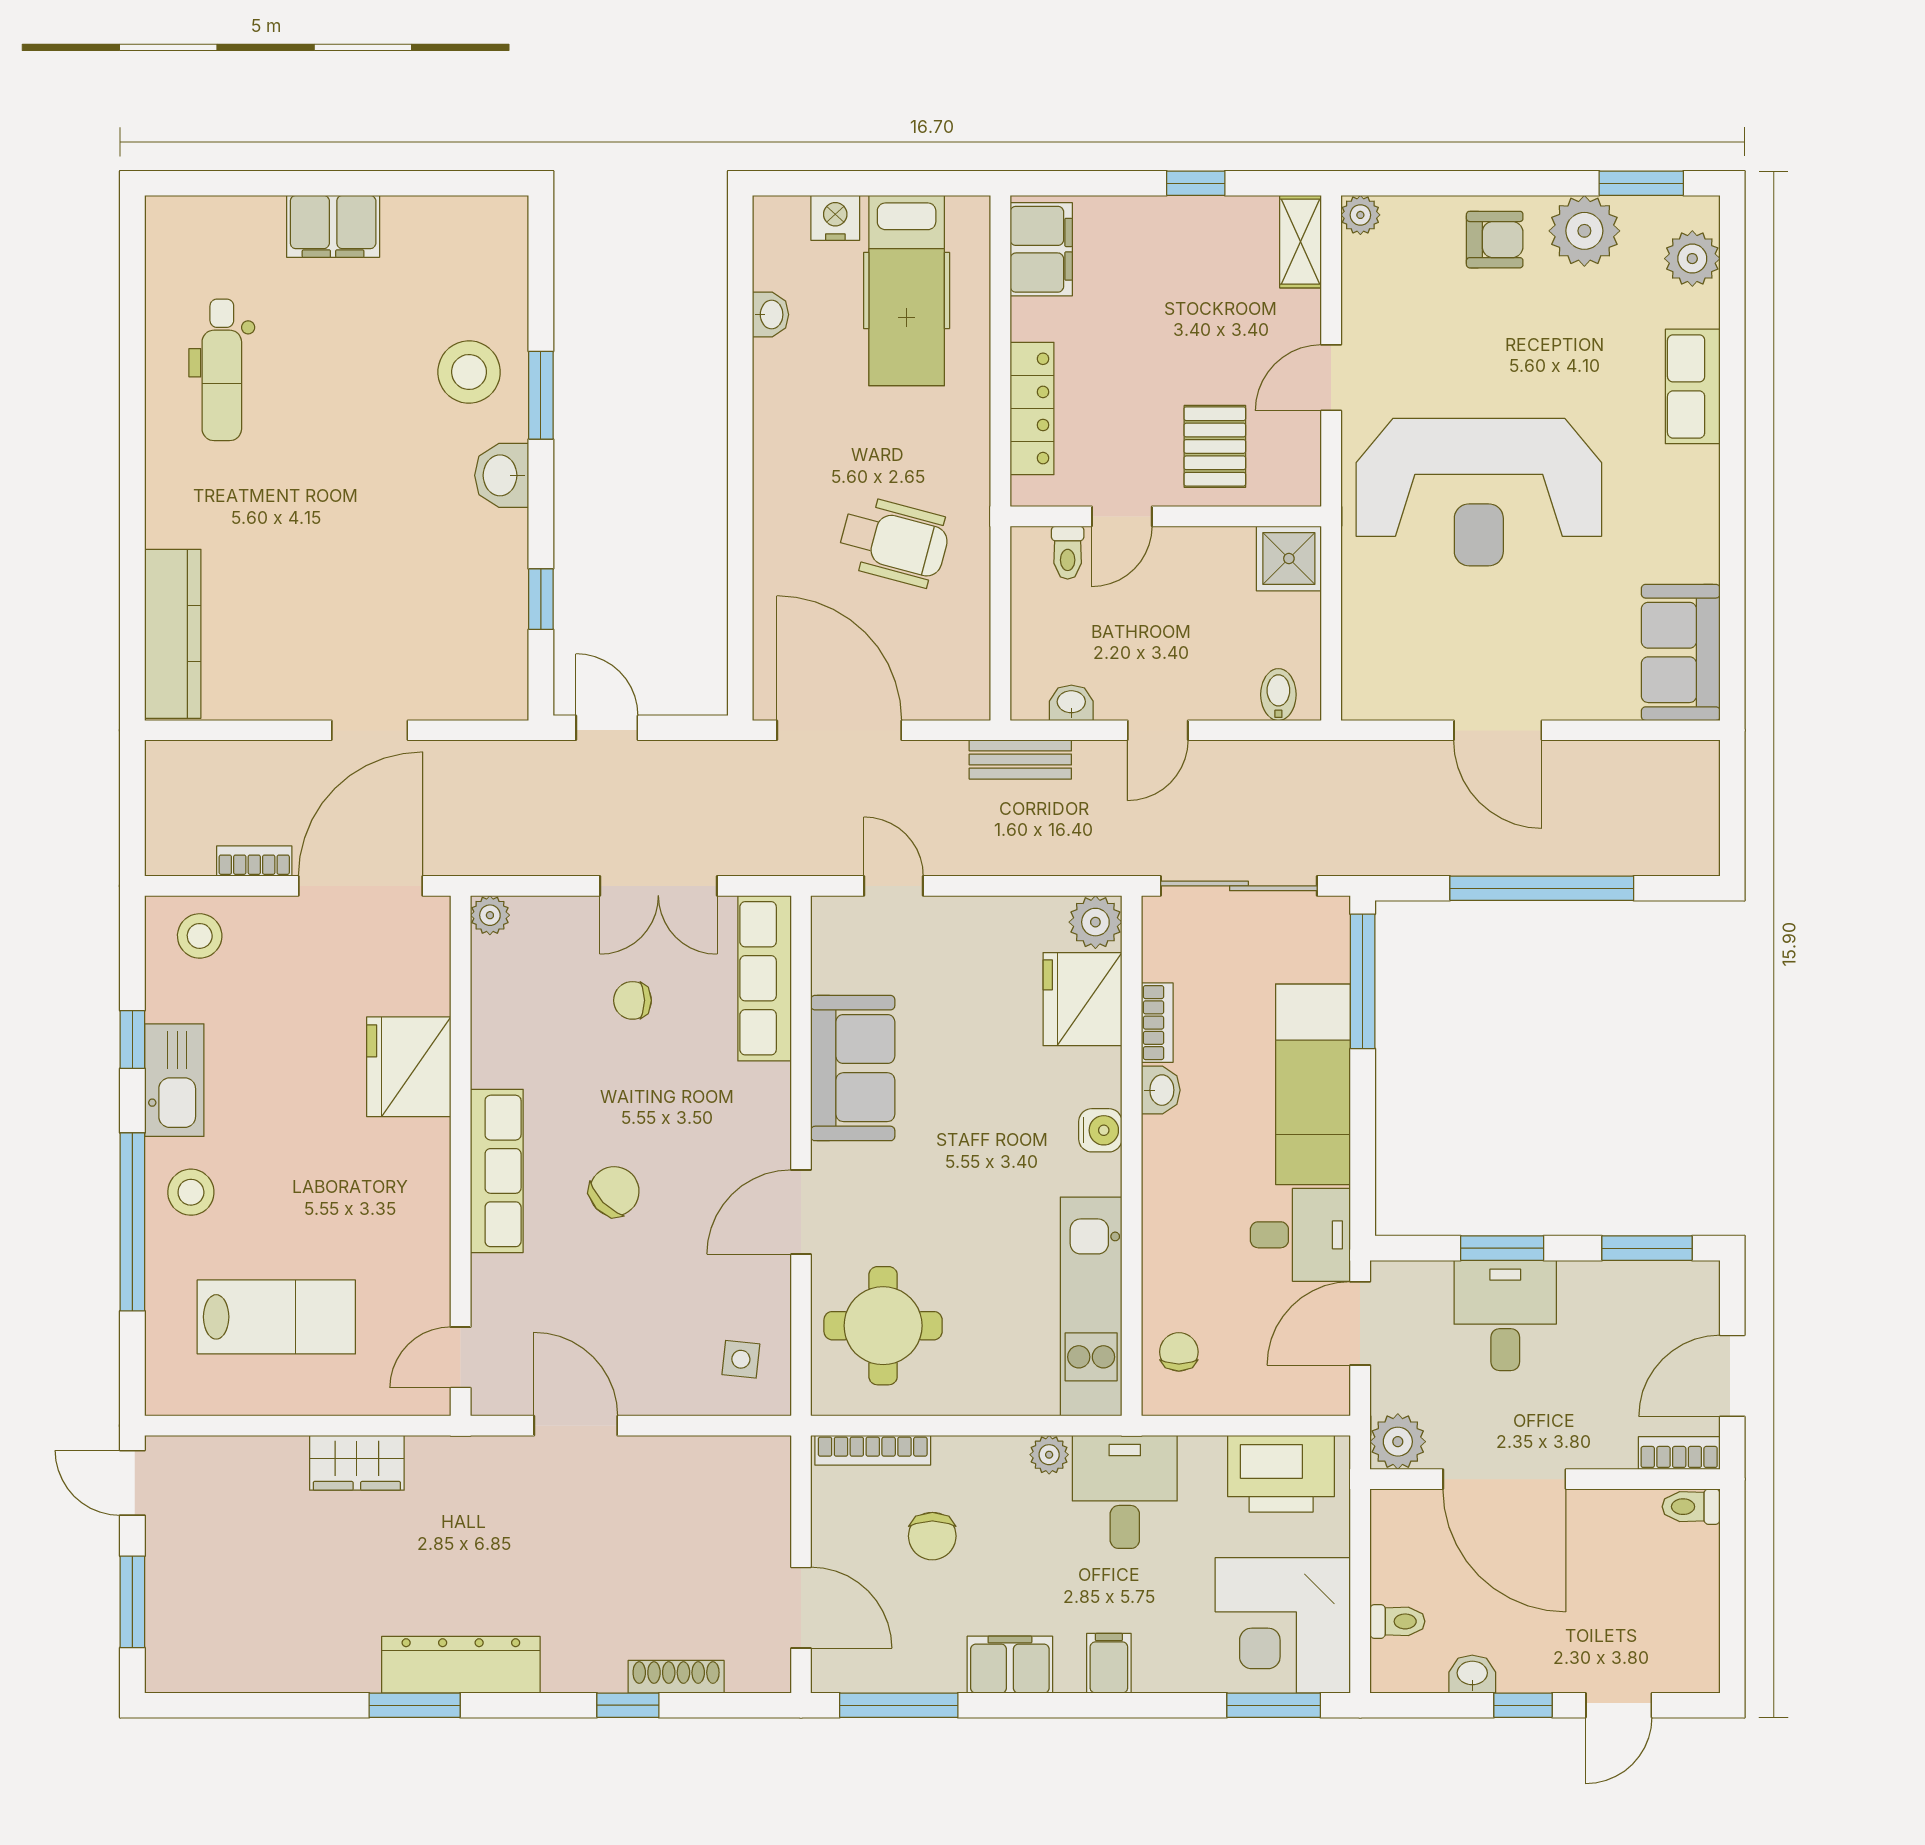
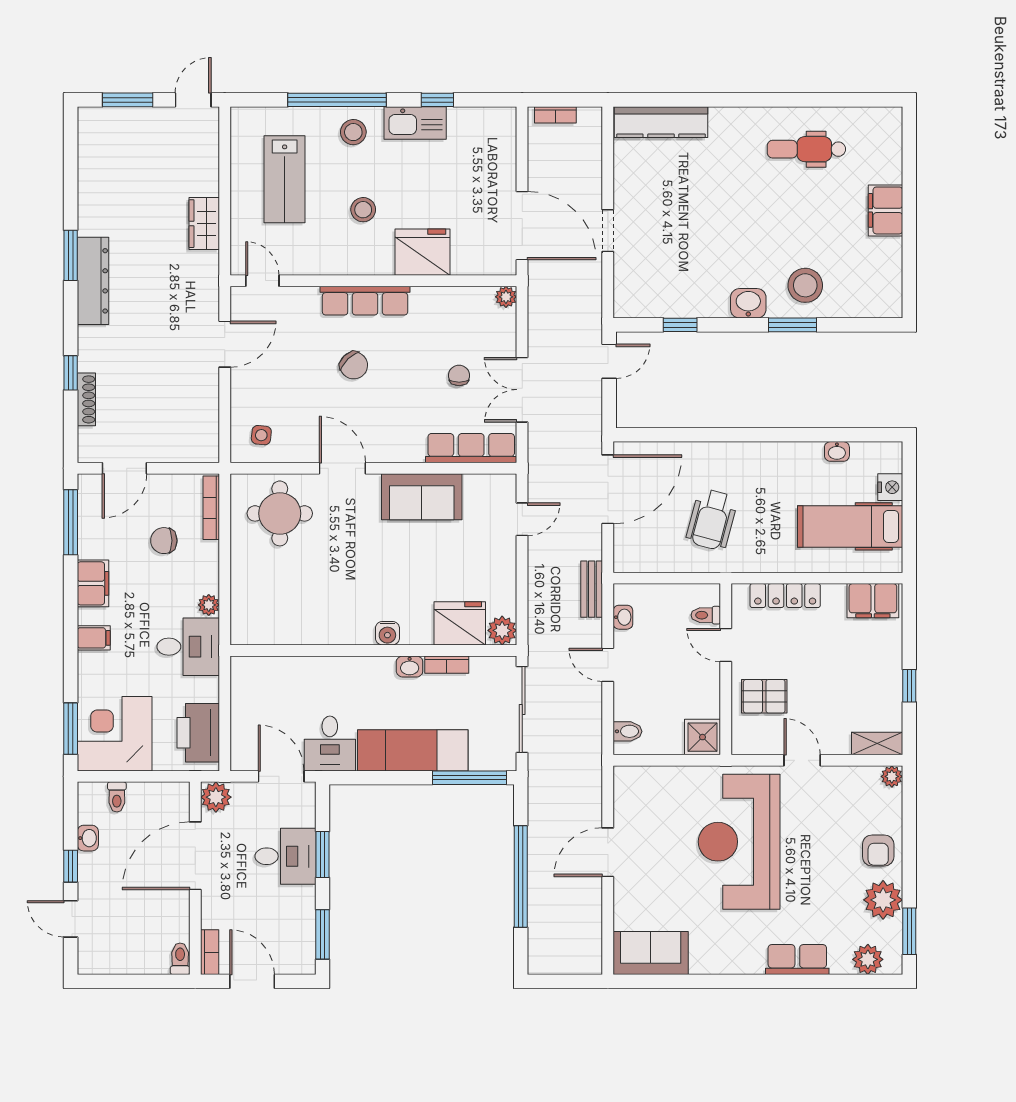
bookcase: (254, 861) -> (555, 115), moved, turned 90
stool: (200, 936) -> (363, 210), moved
kitchen unit: (1091, 1306) -> (290, 628), removed
chair: (1179, 1352) -> (265, 676), removed

